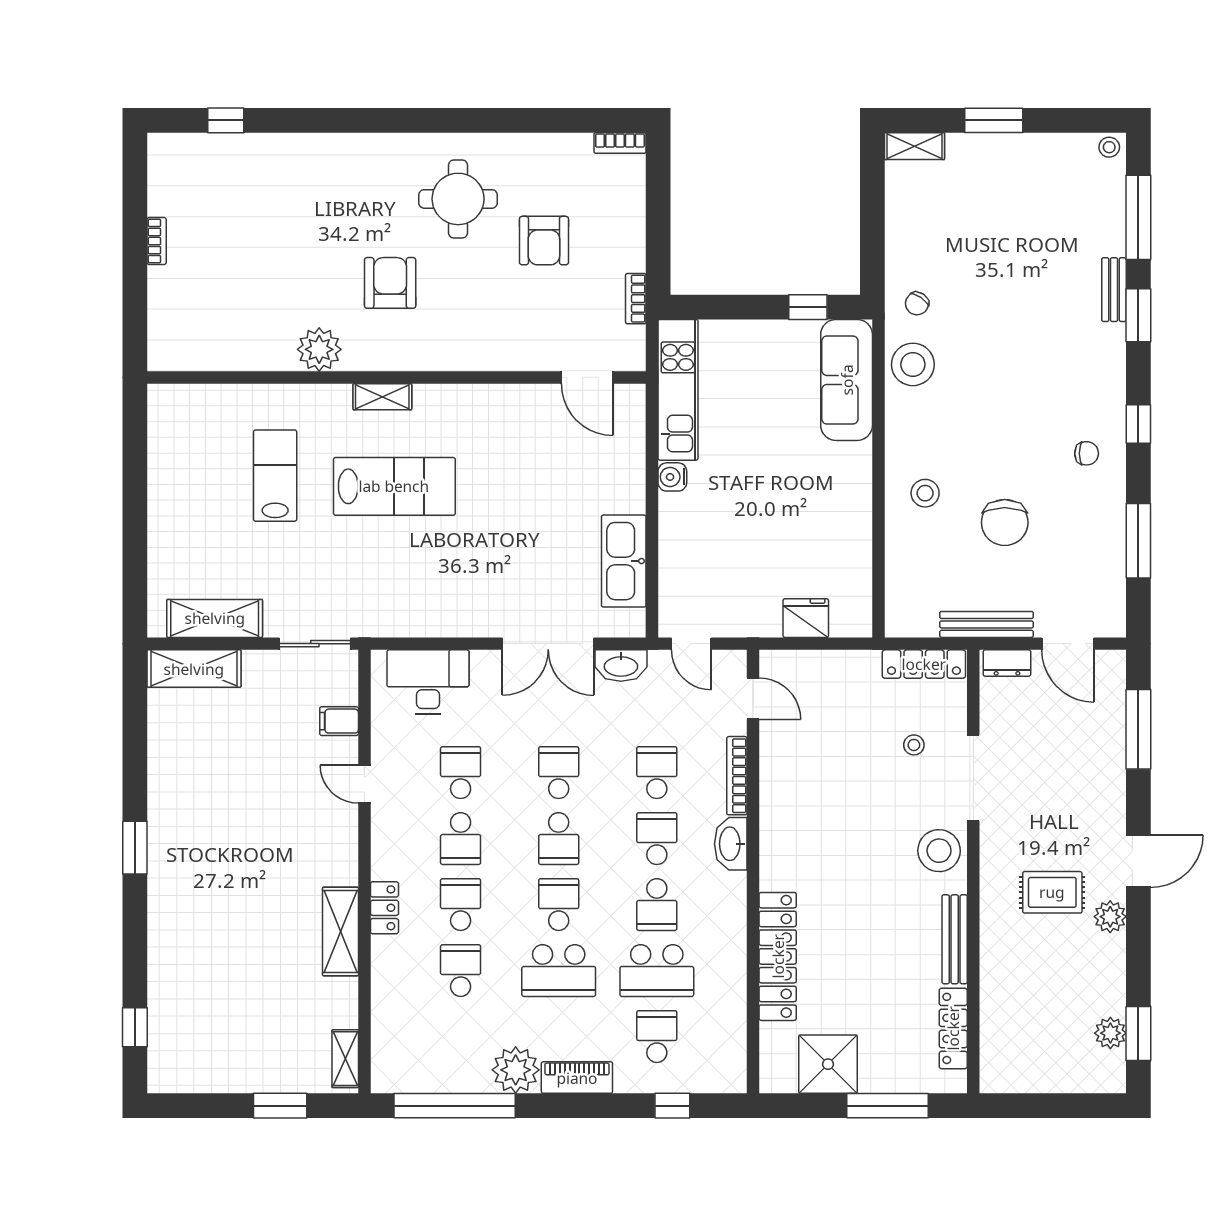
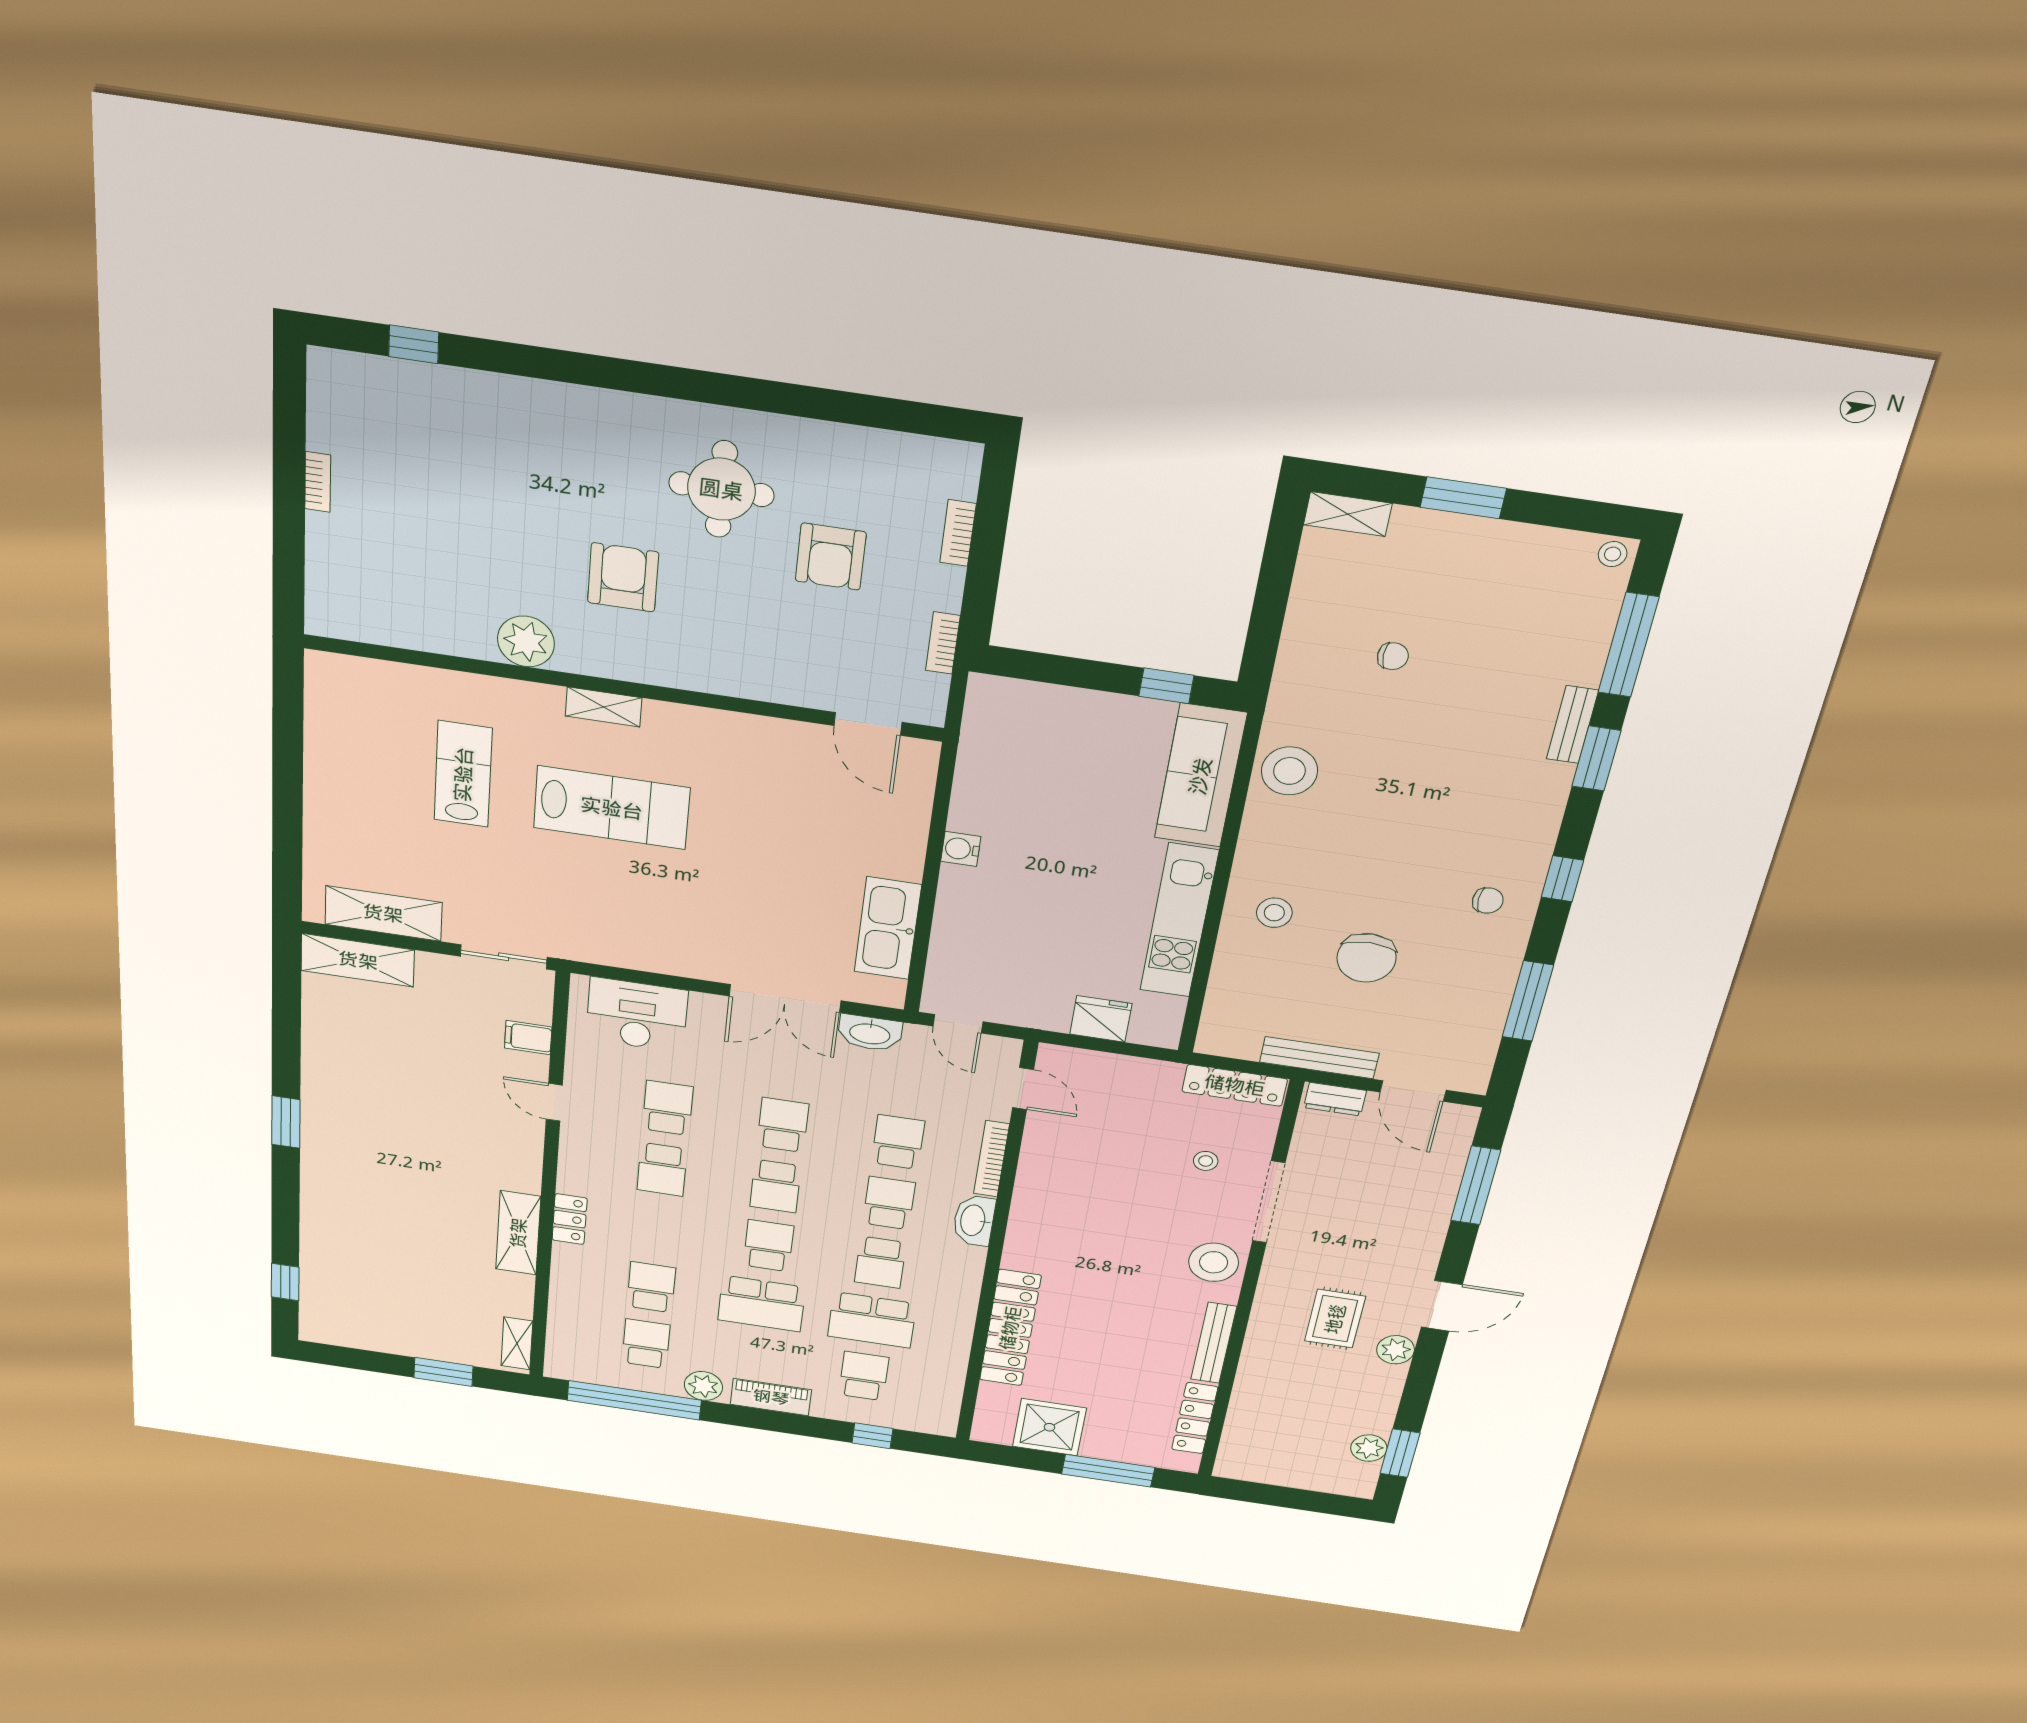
bookcase: (620, 143) -> (958, 533), moved, turned 90
chair: (917, 304) -> (1393, 656), moved, turned -124
kitchen unit: (678, 390) -> (1179, 921), moved, turned 180
rug: (1052, 892) -> (1335, 1319), turned 90
school desk: (461, 905) -> (646, 1344), moved
plant: (516, 1070) -> (703, 1386), width x0.73, depth x0.73

